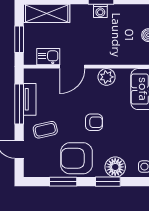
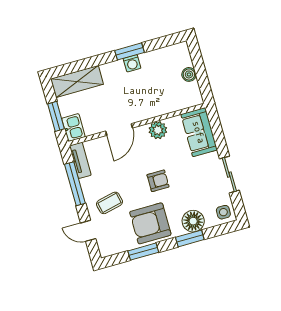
kitchen sink: (48, 57) -> (73, 128), moved, turned 90
tv unit: (30, 99) -> (80, 160), moved

